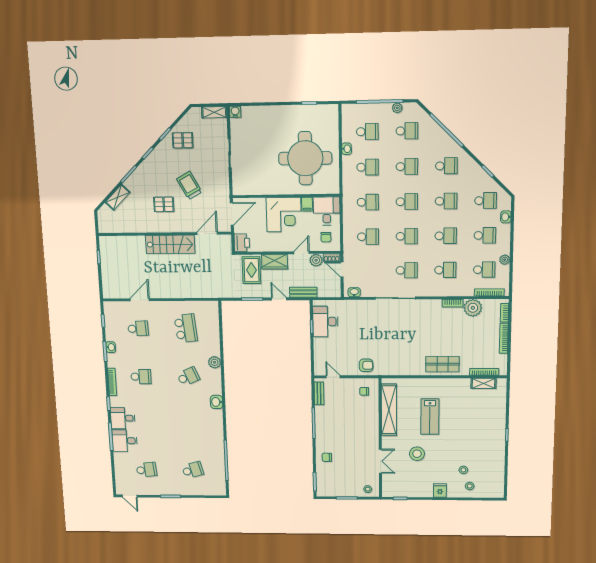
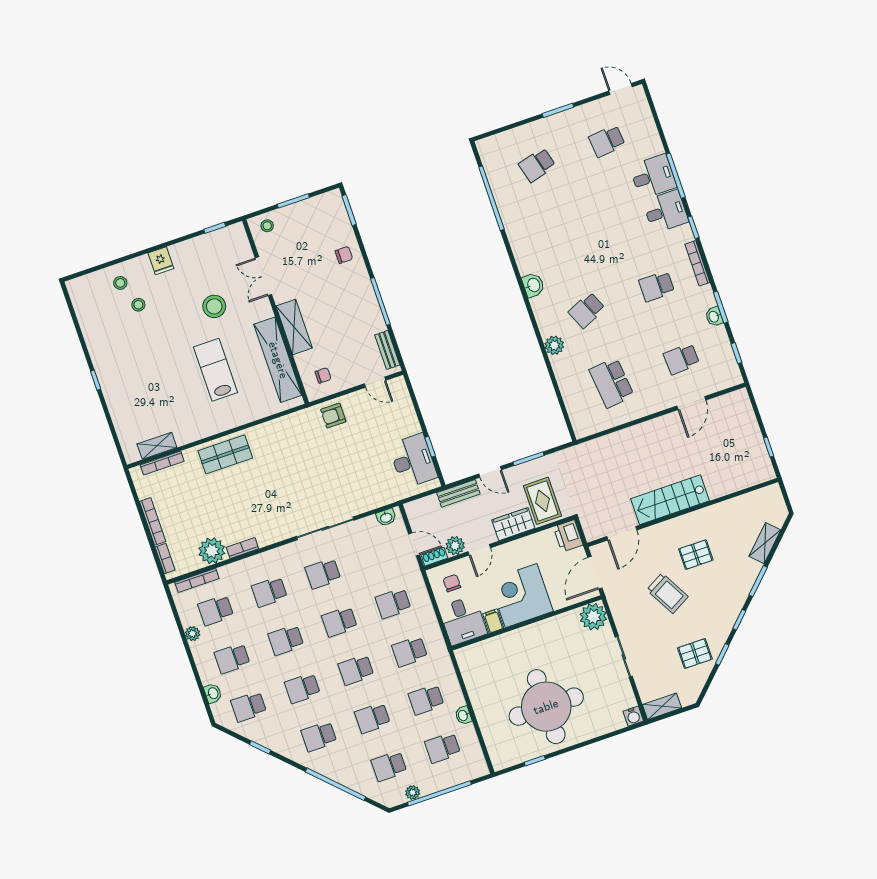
round table: (305, 158) -> (546, 707), moved
plant: (241, 186) -> (593, 617), added
shelving: (372, 426) -> (294, 327), added

